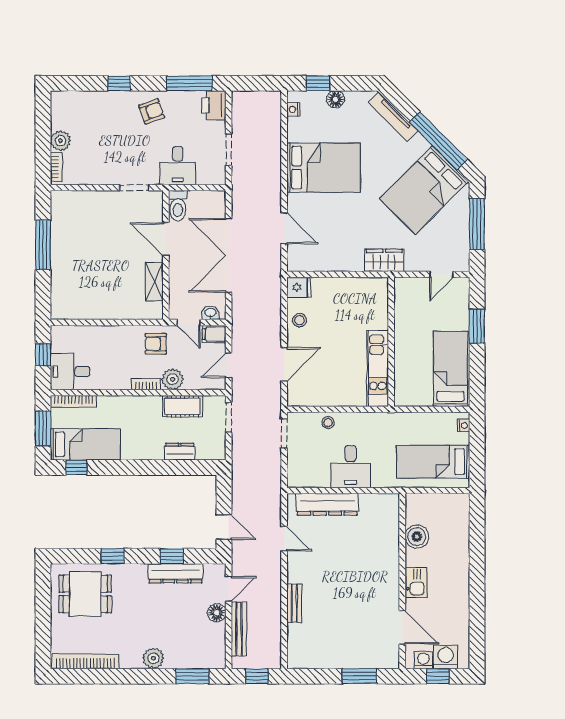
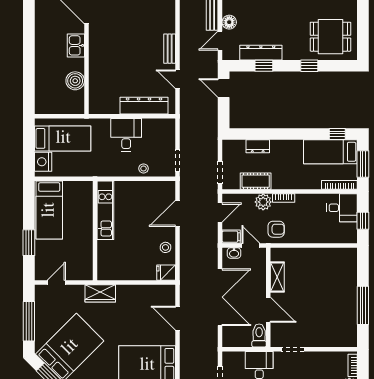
nightstand: (463, 426) -> (43, 162), width x1.89, depth x1.79
bench: (294, 603) -> (170, 49), moved

